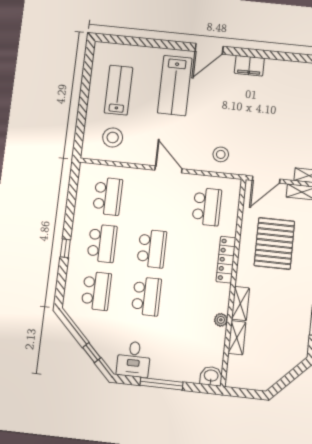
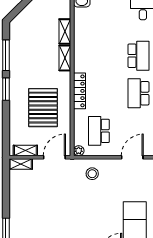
door: (169, 169) -> (132, 157), swing flipped
school desk: (146, 296) -> (138, 56), turned 180
plant: (221, 320) -> (79, 151), moved

